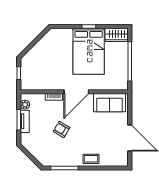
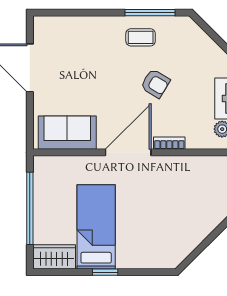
bed: (89, 51) -> (96, 227), width x0.67
coffee table: (91, 159) -> (141, 37), moved

